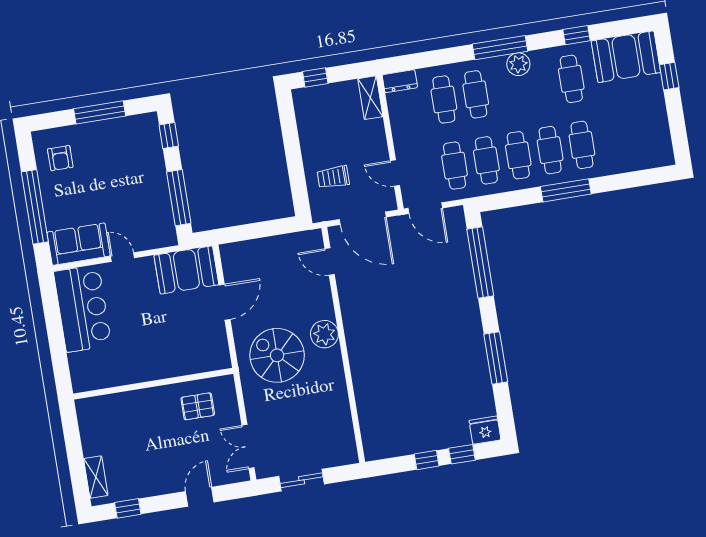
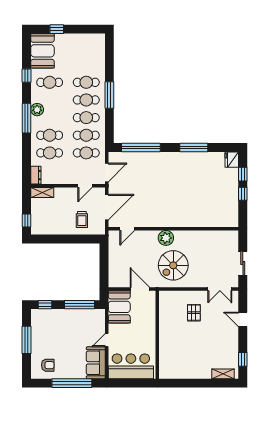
wall: (153, 384) -> (157, 335), moved

